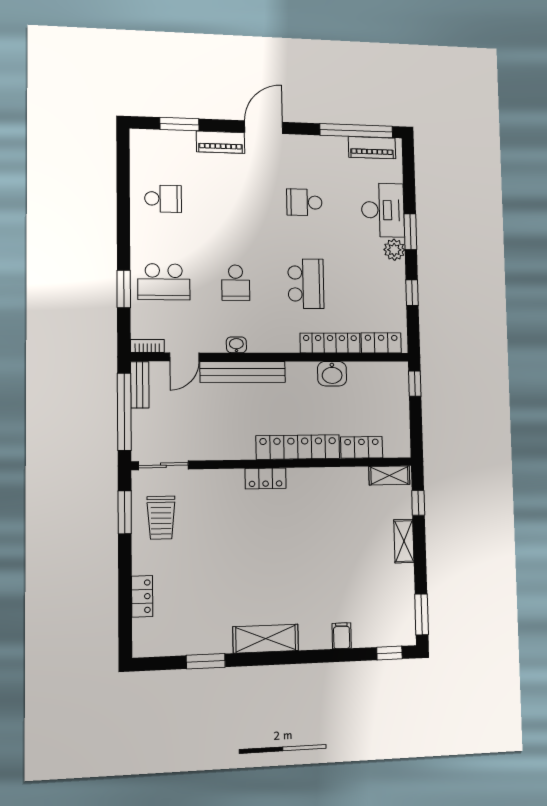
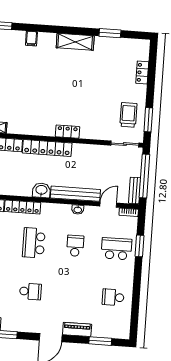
washbasin: (332, 374) -> (41, 190), moved

